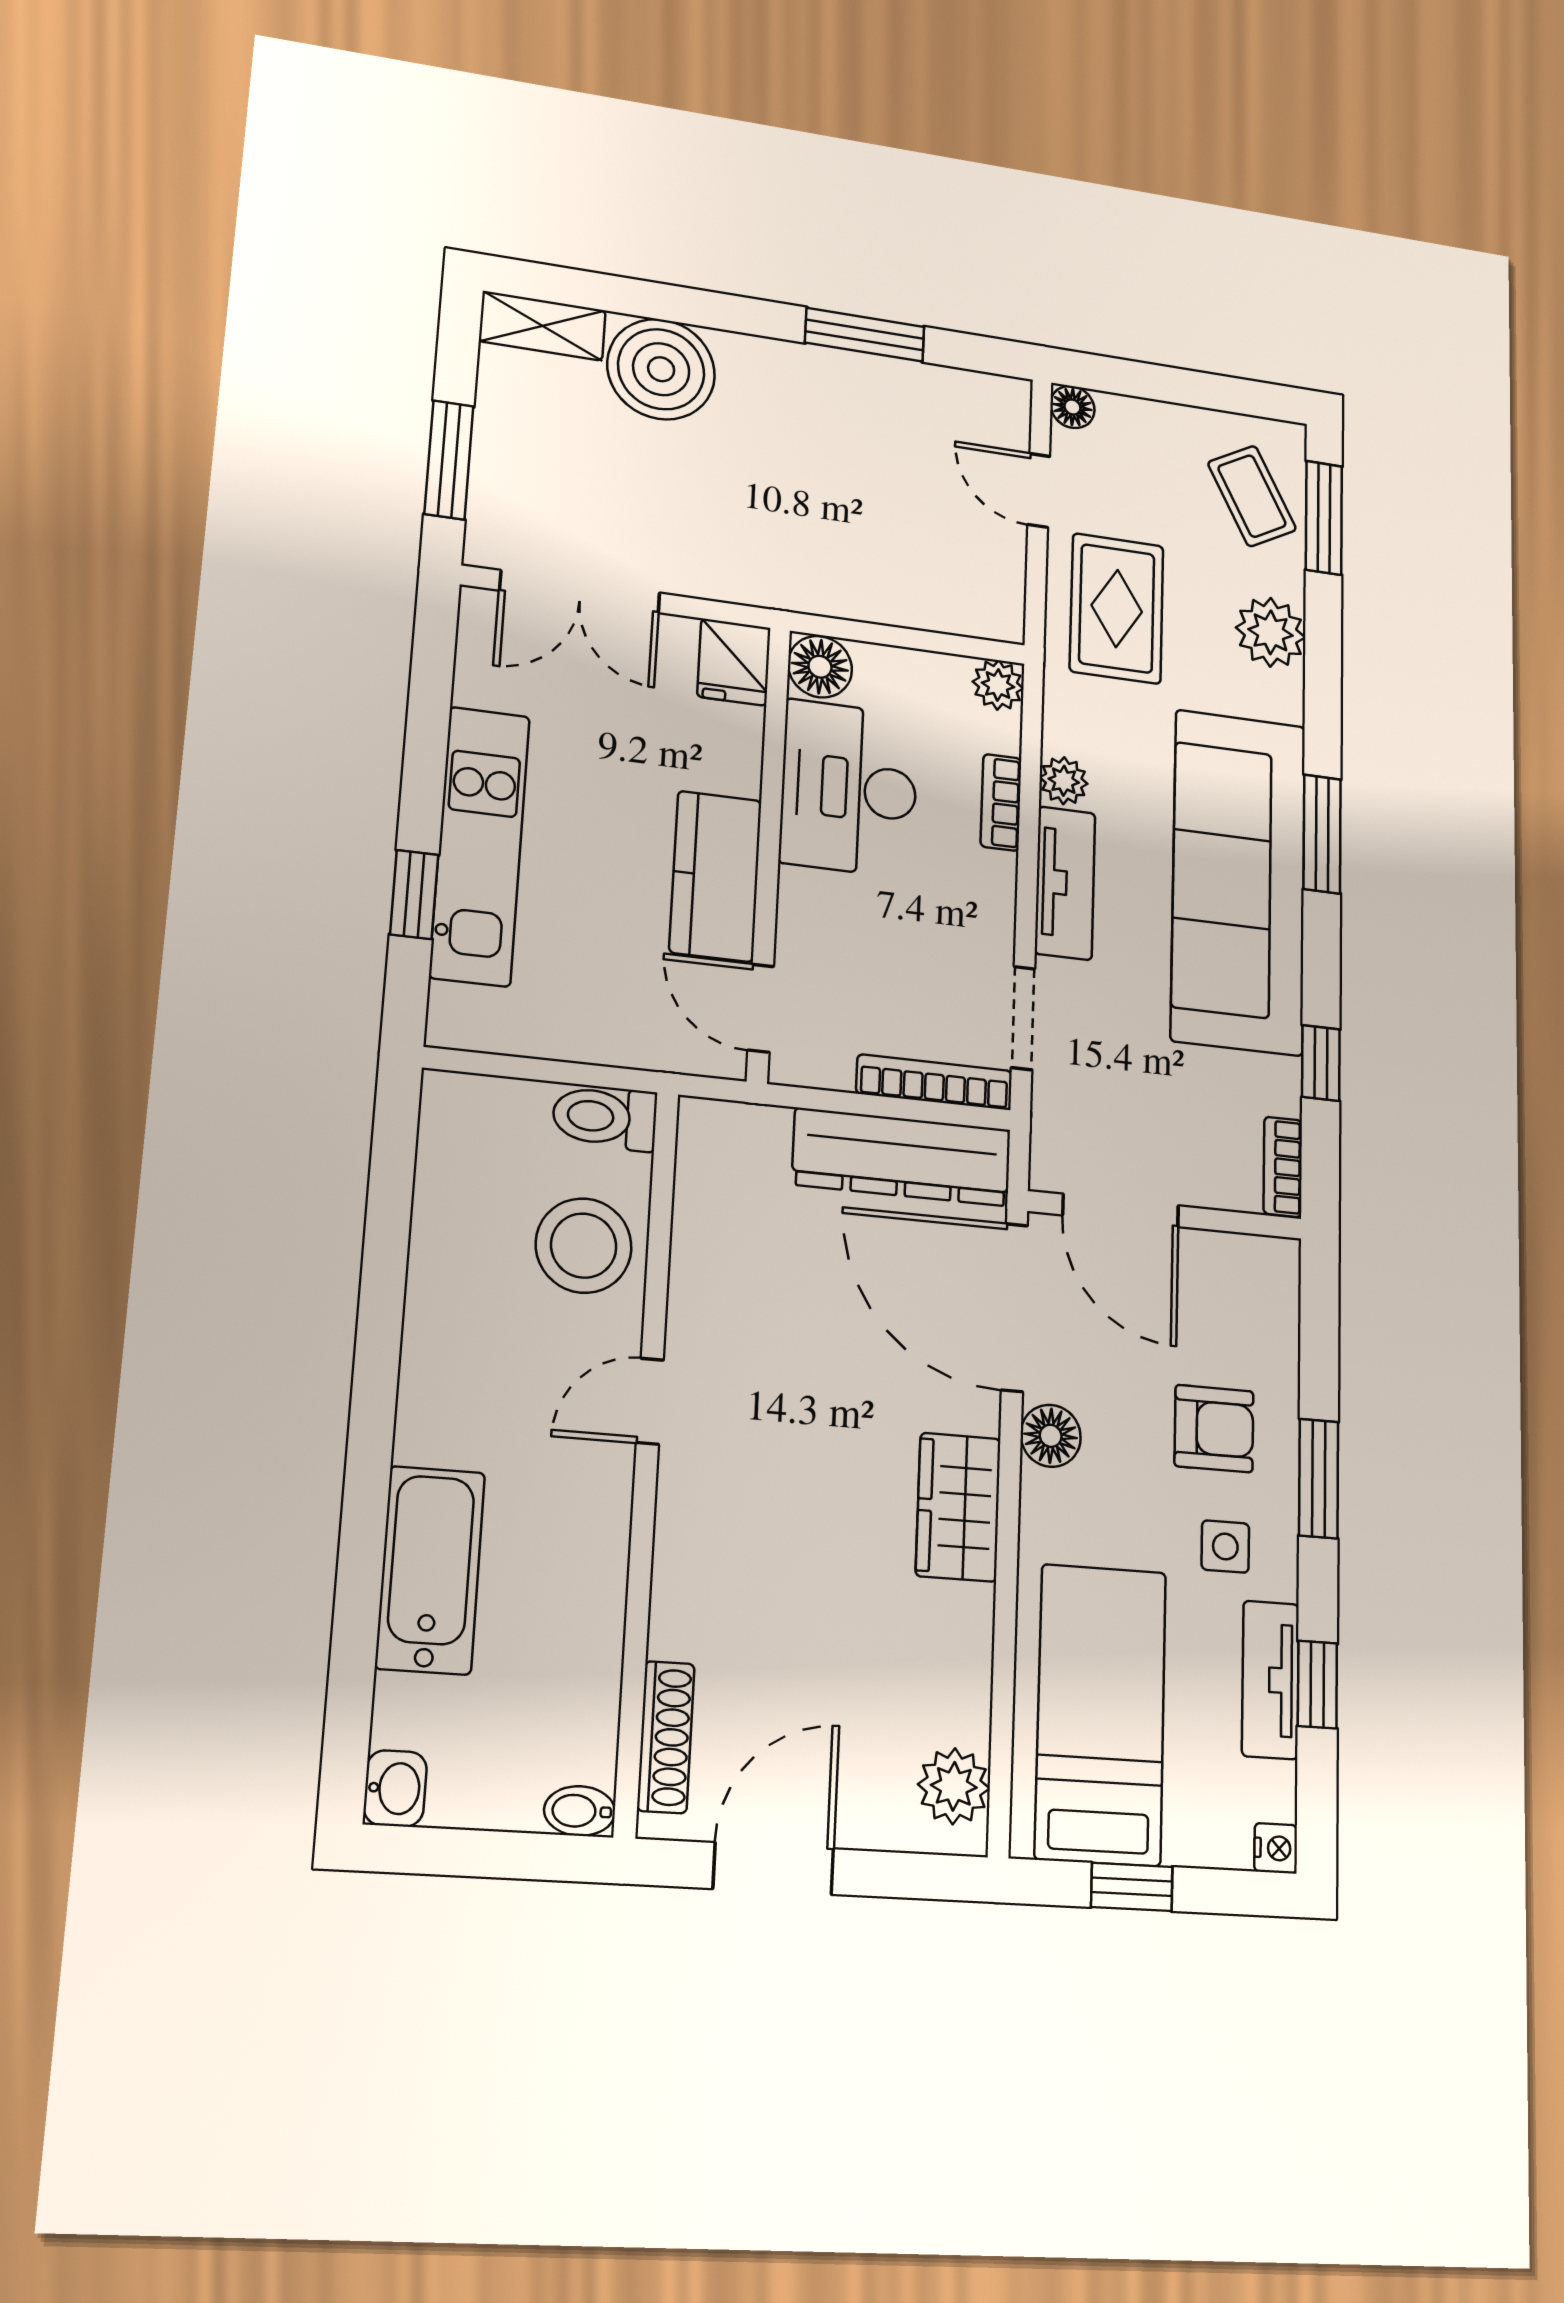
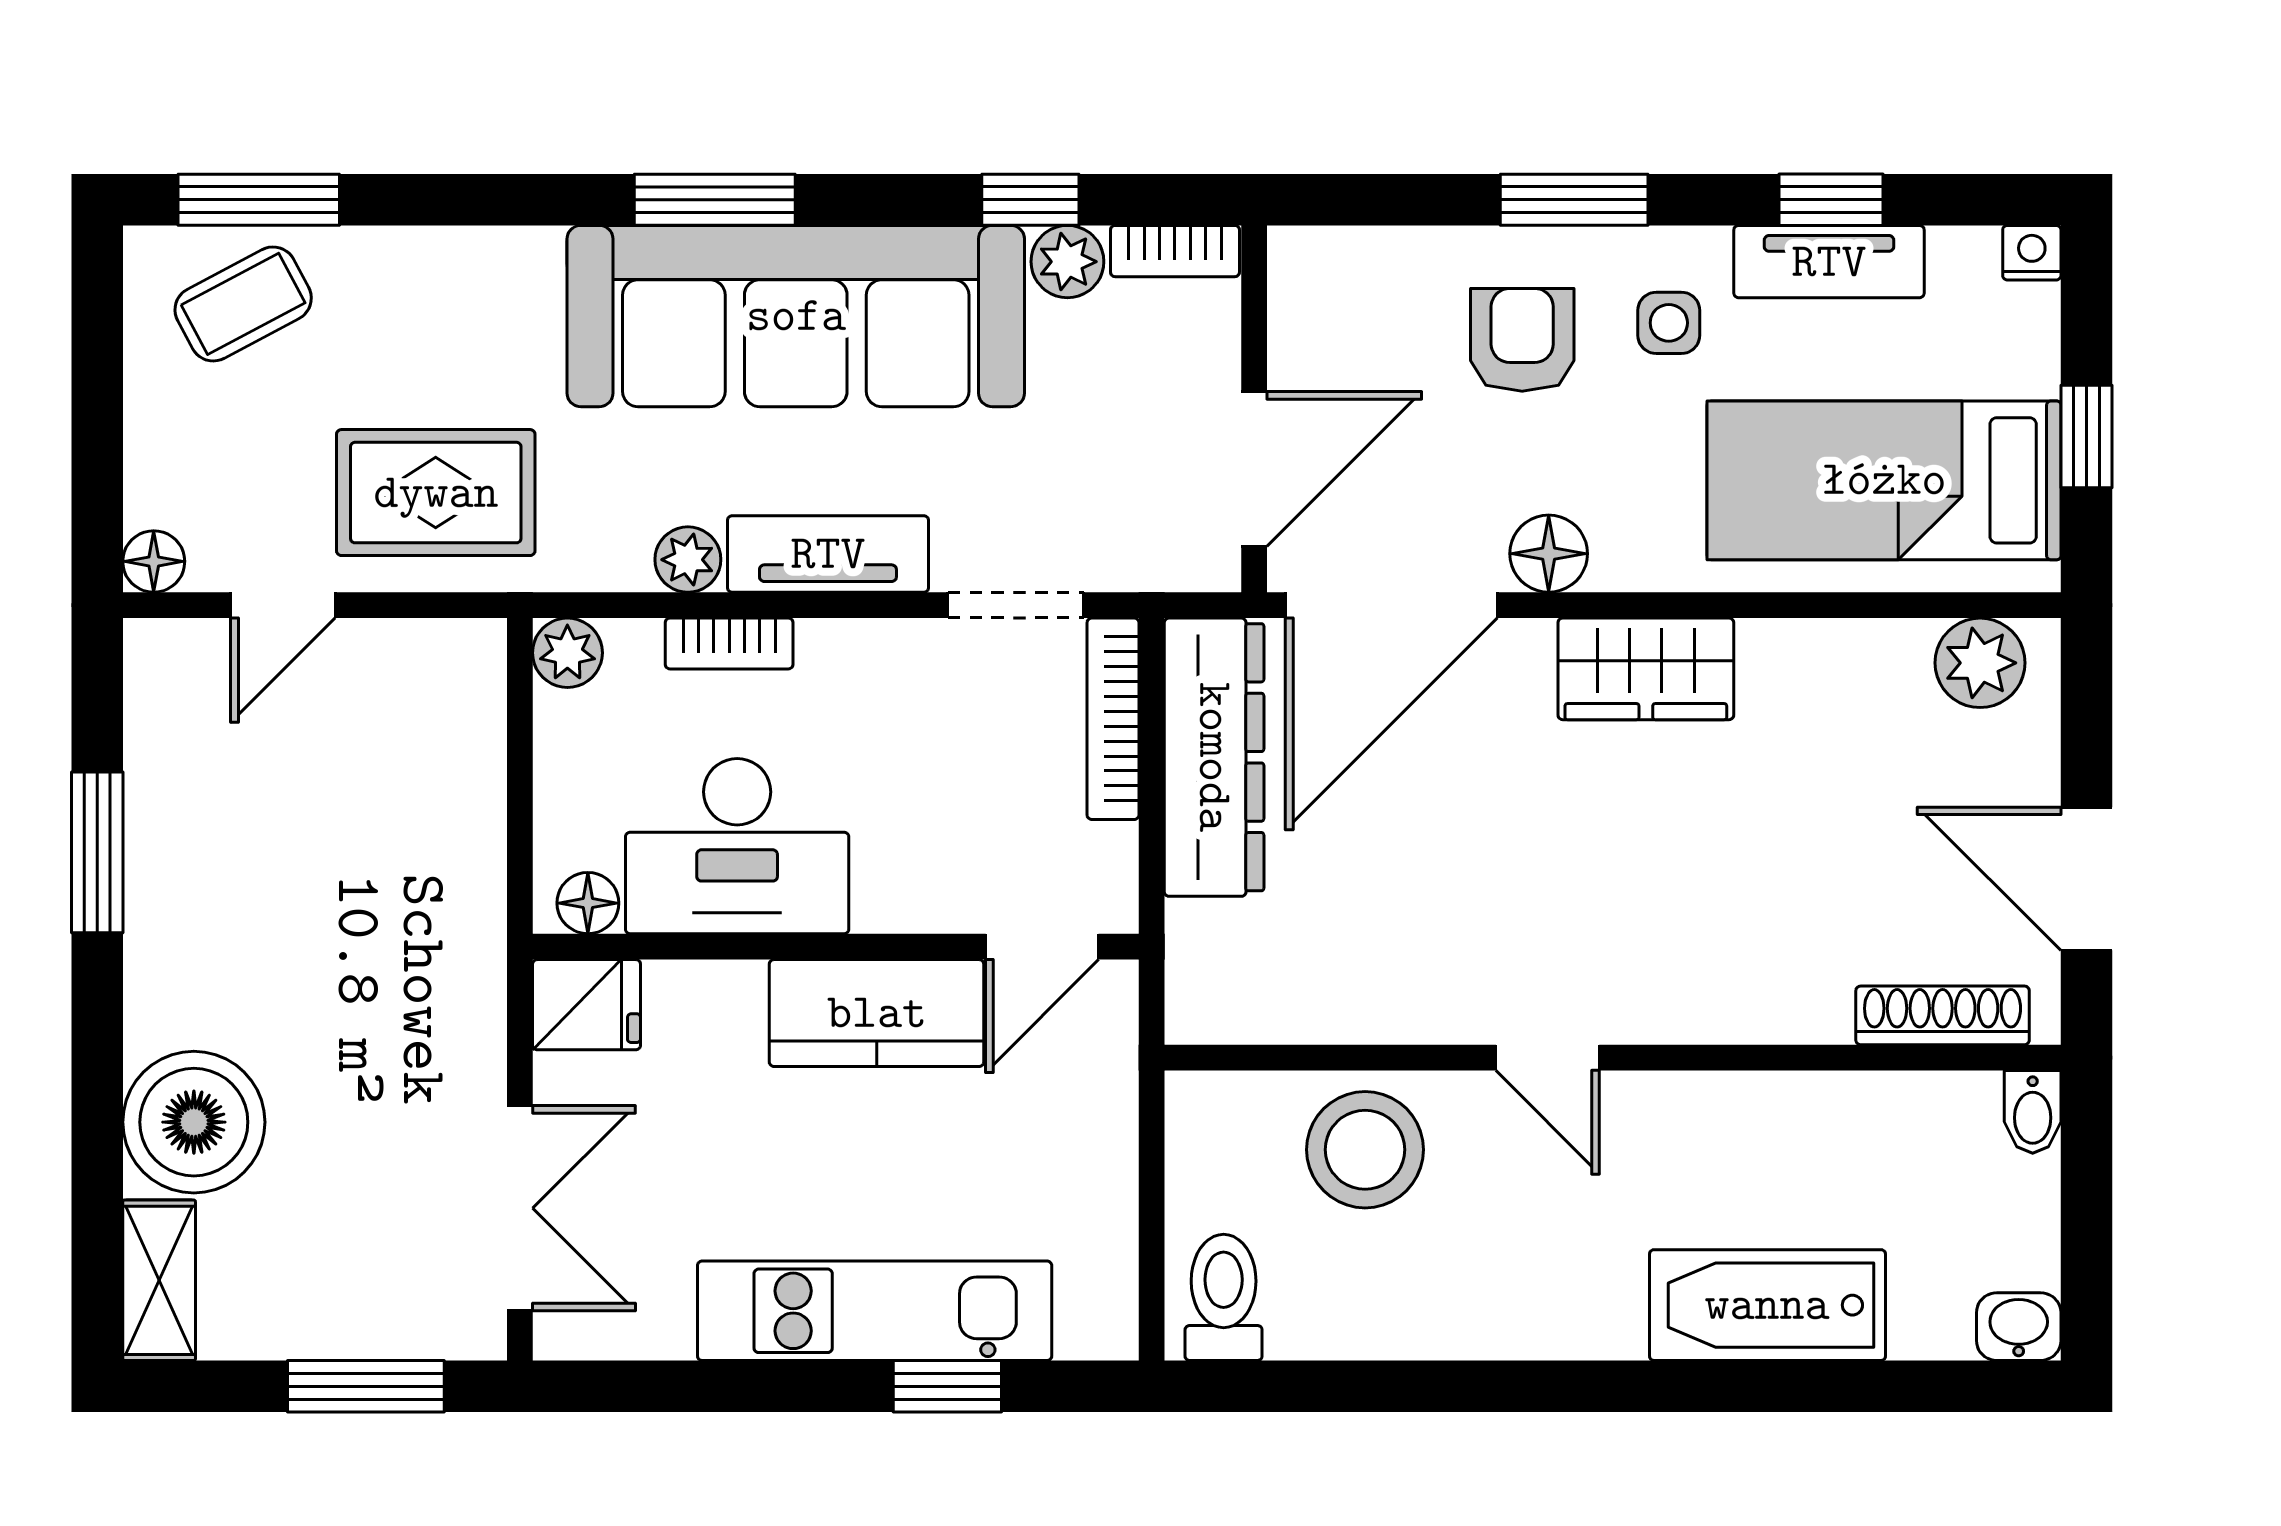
plant: (1271, 632) -> (1067, 262), moved, width x0.73, depth x0.73
floor lamp: (820, 667) -> (588, 903), width x0.73, depth x0.73
toilet: (605, 1117) -> (1224, 1297), moved, turned 180

